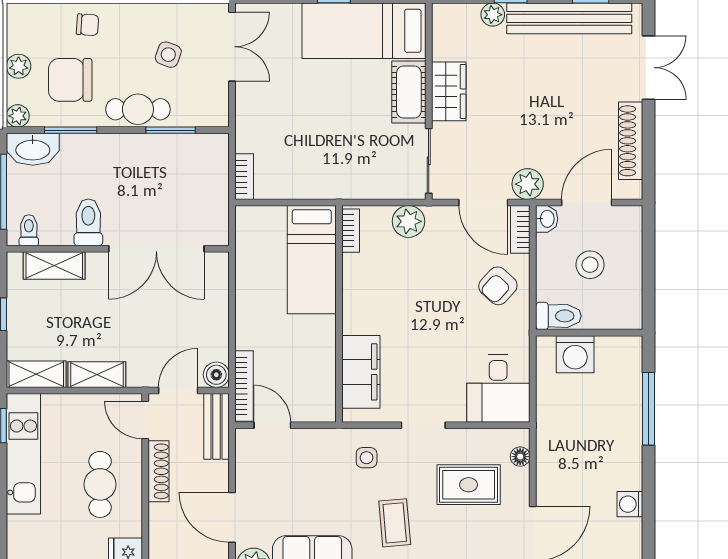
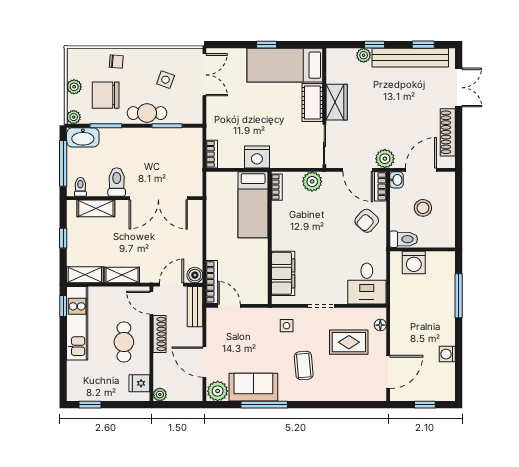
nightstand: (318, 181) -> (257, 157), added

